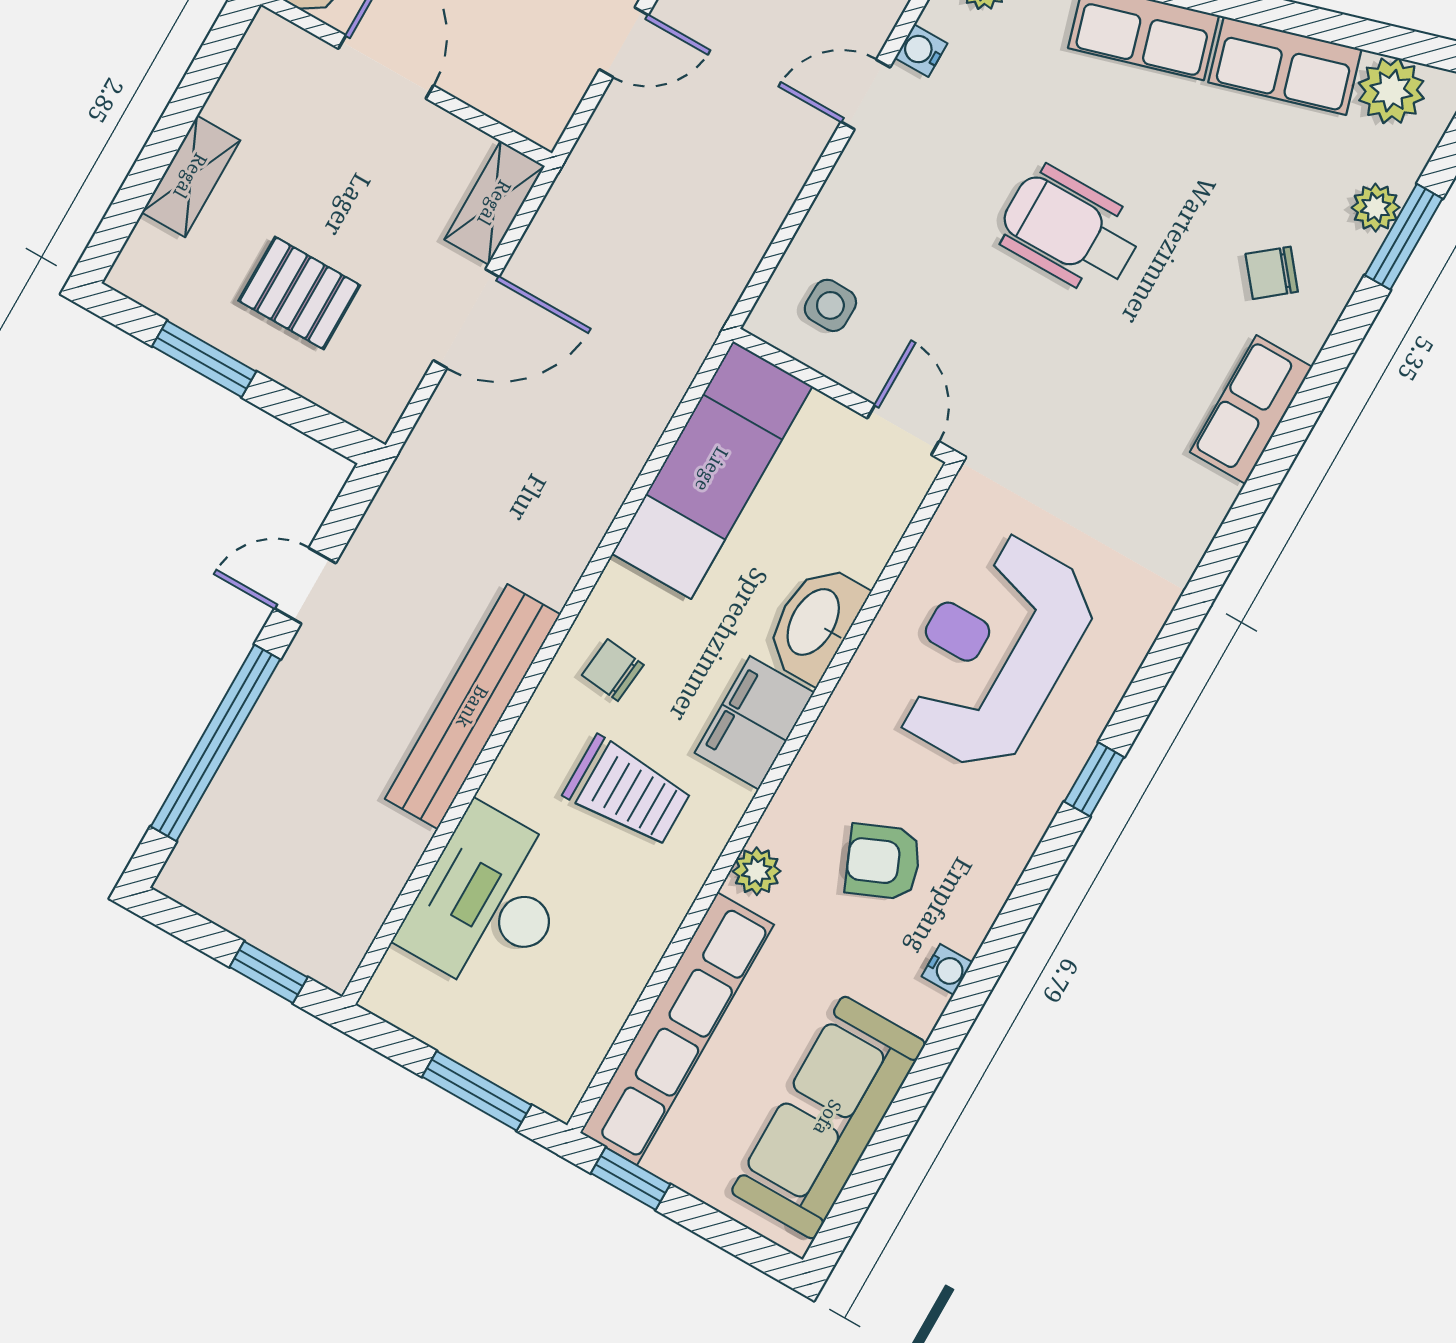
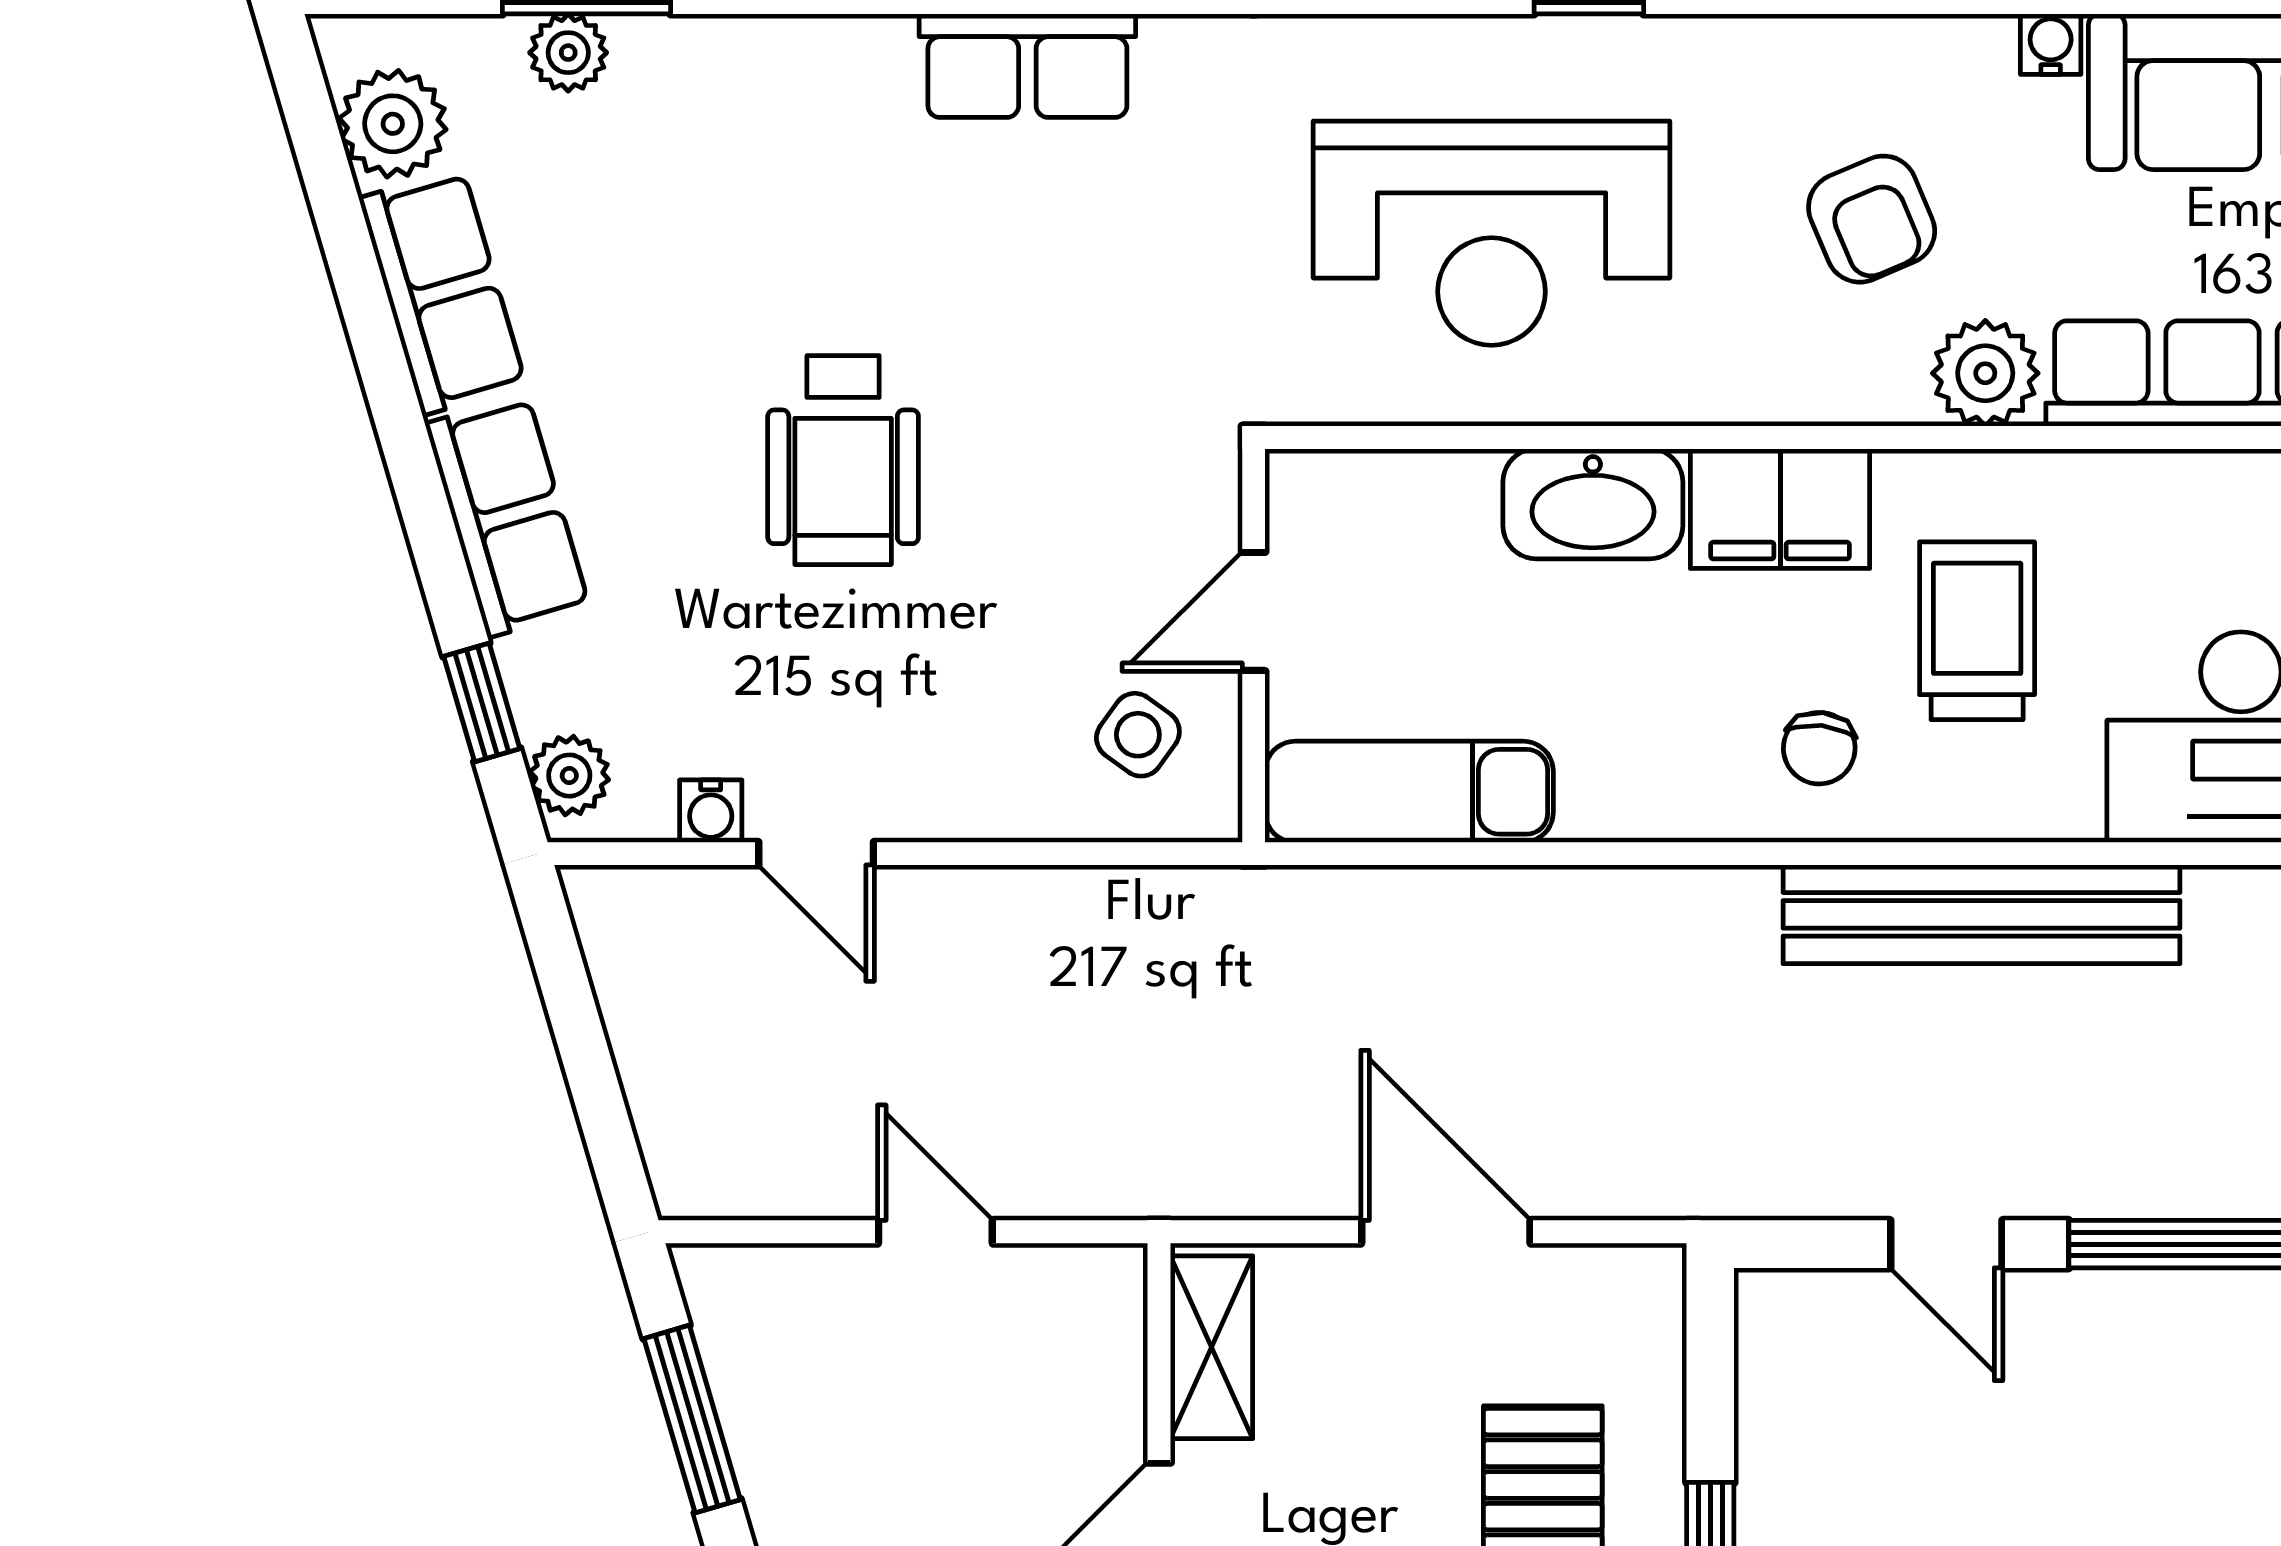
shelving: (495, 203) -> (1212, 1347), moved, turned 90
chair: (1272, 273) -> (742, 146), removed
side table: (830, 305) -> (1138, 735), turned 35
row of seats: (1251, 409) -> (1027, 66), moved
door: (903, 430) -> (1254, 611), moved
exam couch: (712, 470) -> (1409, 792), width x0.73, depth x0.69
plant: (757, 871) -> (1985, 373), width x1.38, depth x1.38
water cooler: (947, 969) -> (2051, 44), moved

